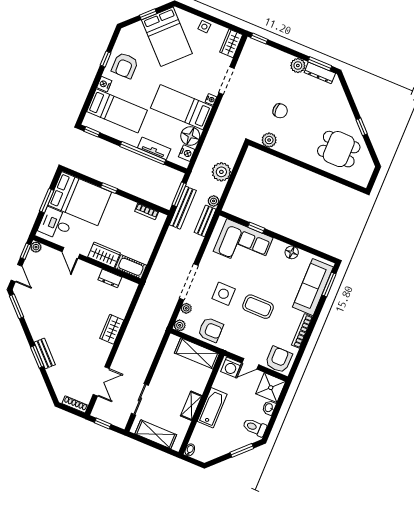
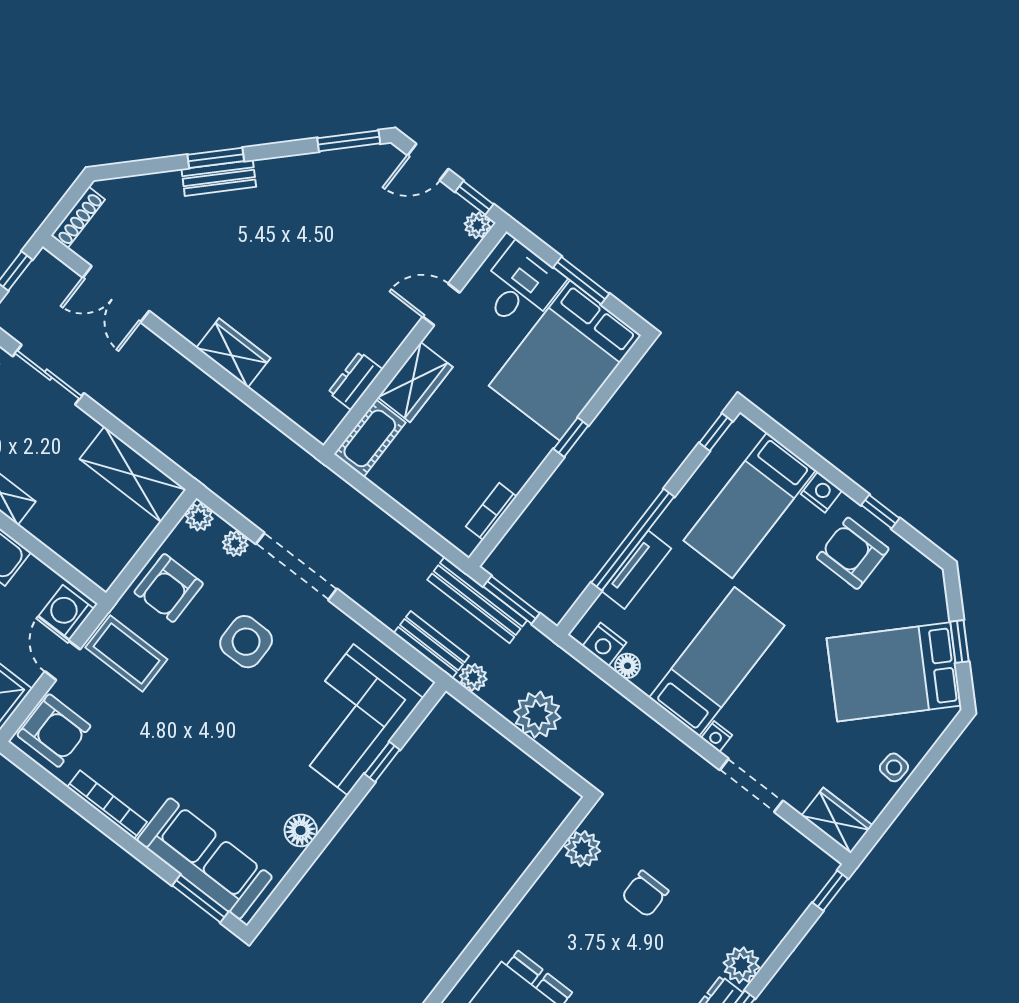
floor lamp: (190, 136) -> (627, 666), width x0.53, depth x0.53
coffee table: (258, 307) -> (126, 653), moved, turned 90
shelving: (197, 353) -> (133, 474), moved, turned 90

